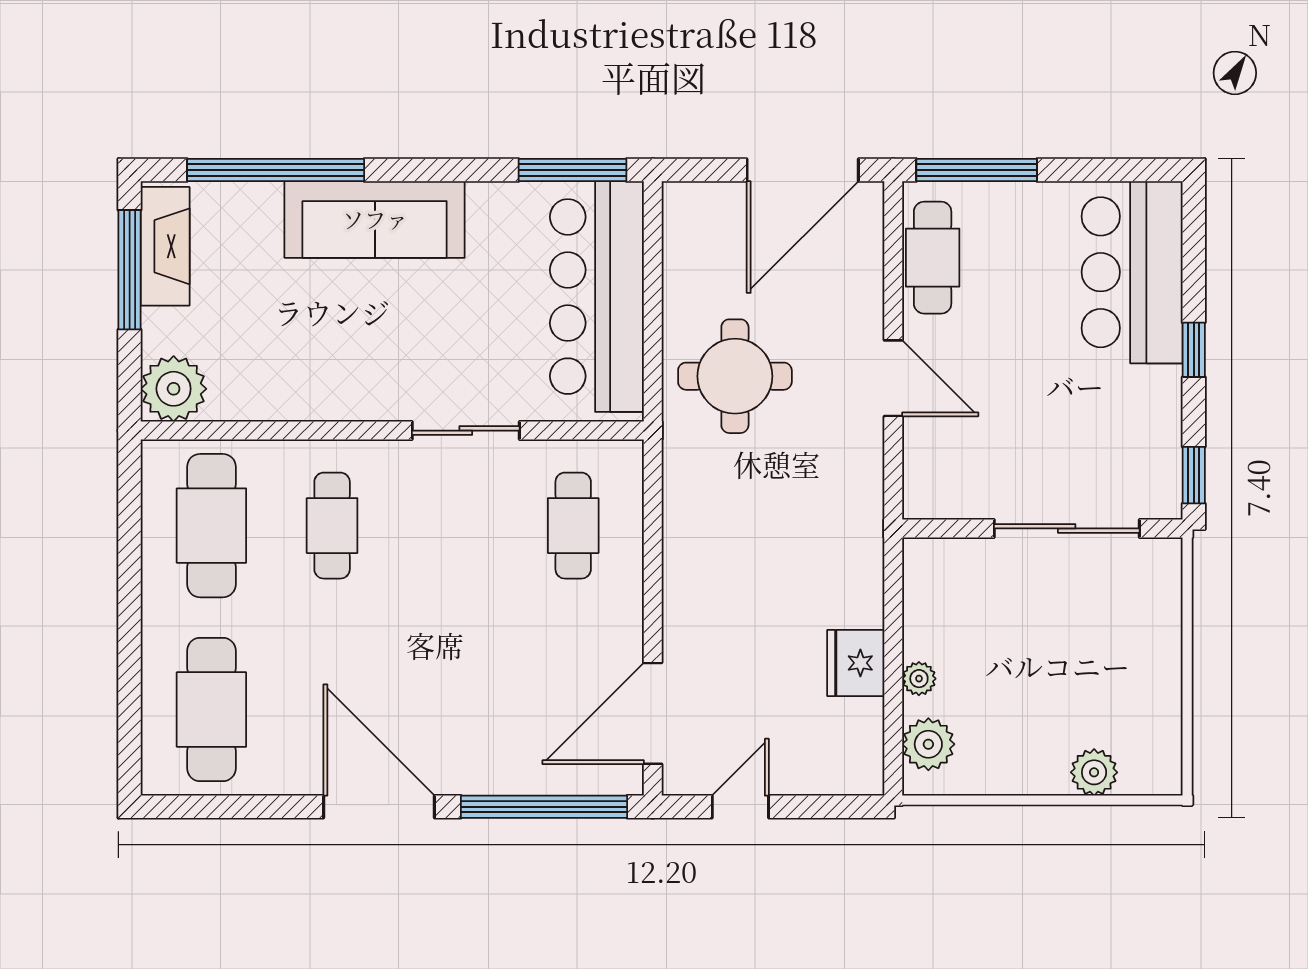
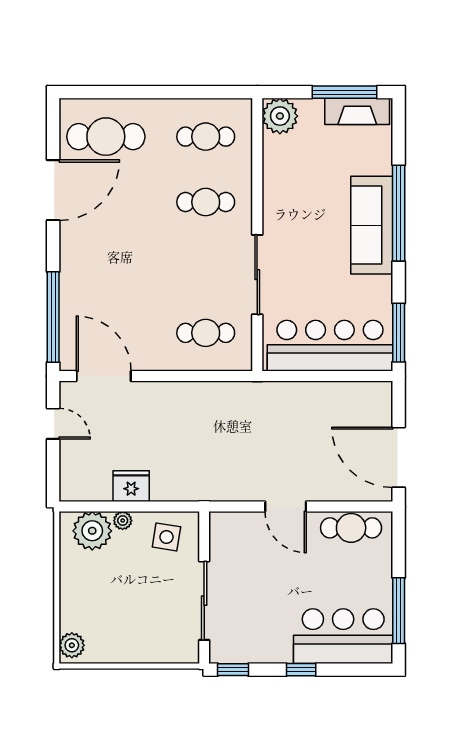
window: (276, 170) -> (399, 213), moved
window: (977, 170) -> (399, 611), moved
round table: (735, 376) -> (287, 421), removed
door: (893, 378) -> (286, 507), hinge flipped
sliding door: (466, 431) -> (257, 275), width x1.37
cafe table: (211, 526) -> (206, 137), width x0.73, depth x0.74
side table: (949, 598) -> (166, 537), added
plant: (928, 744) -> (92, 531), width x1.36, depth x1.36
plant: (1094, 772) -> (72, 645), moved
door: (379, 807) -> (53, 190), moved

